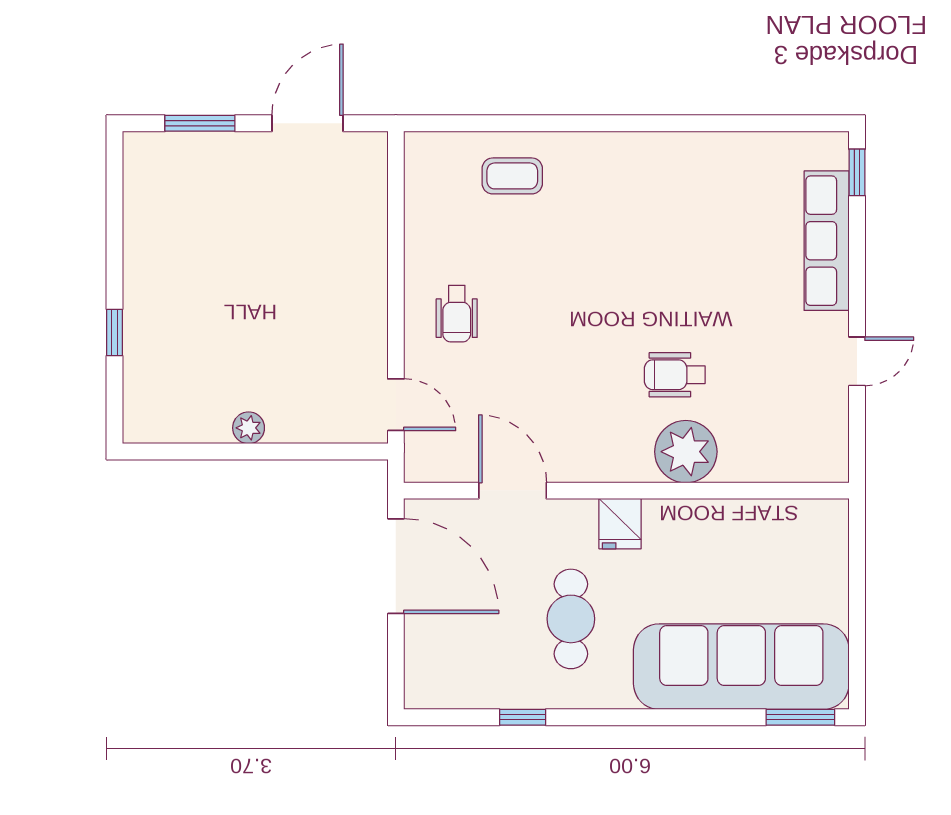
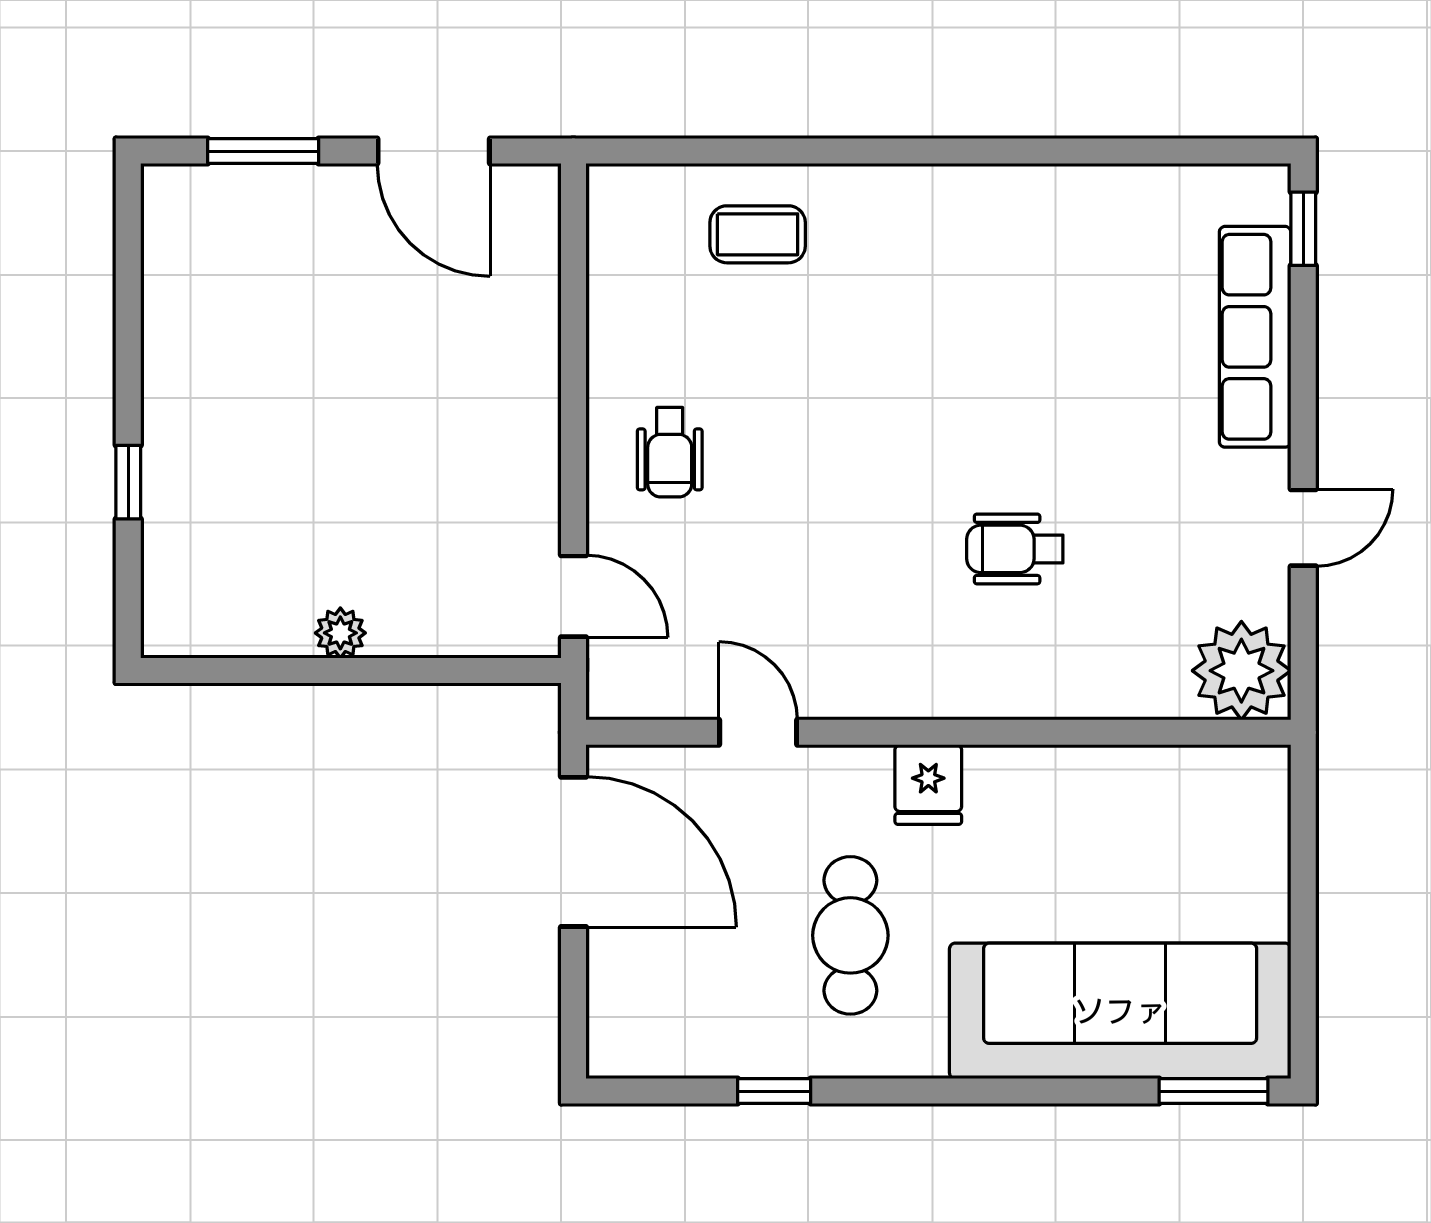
door: (308, 123) -> (434, 151), swing flipped
plant: (686, 452) -> (1241, 671), moved
door: (513, 491) -> (758, 732), width x0.73

